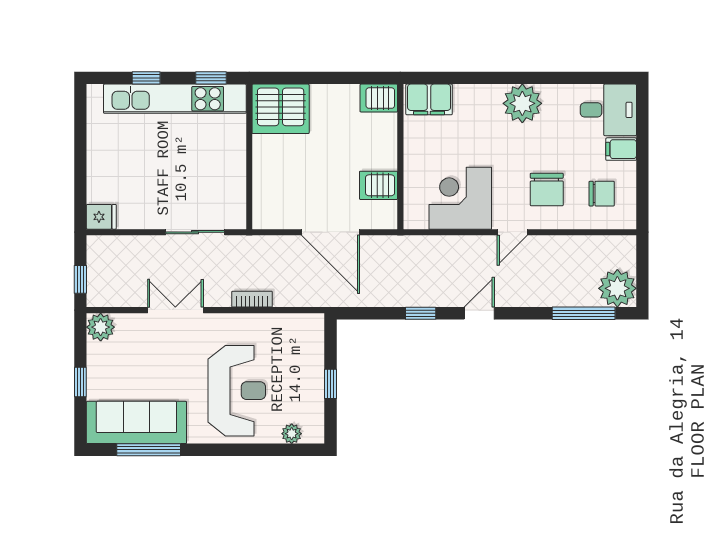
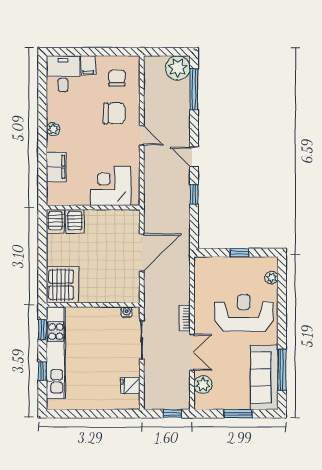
filing cabinet: (429, 99) -> (56, 167), moved
plant: (522, 103) -> (53, 129), width x0.53, depth x0.53
server rack: (378, 185) -> (75, 222), moved
corner desk: (460, 198) -> (111, 186), moved, turned 90
water cooler: (238, 209) -> (127, 312), added
fridge: (101, 217) -> (130, 386), moved, turned -90
bookcase: (252, 299) -> (185, 318), moved
double door: (175, 310) -> (192, 352), swing flipped
plant: (101, 327) -> (203, 385), moved
window: (80, 382) -> (238, 414), width x1.50

